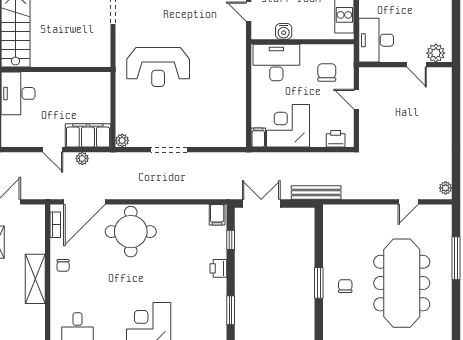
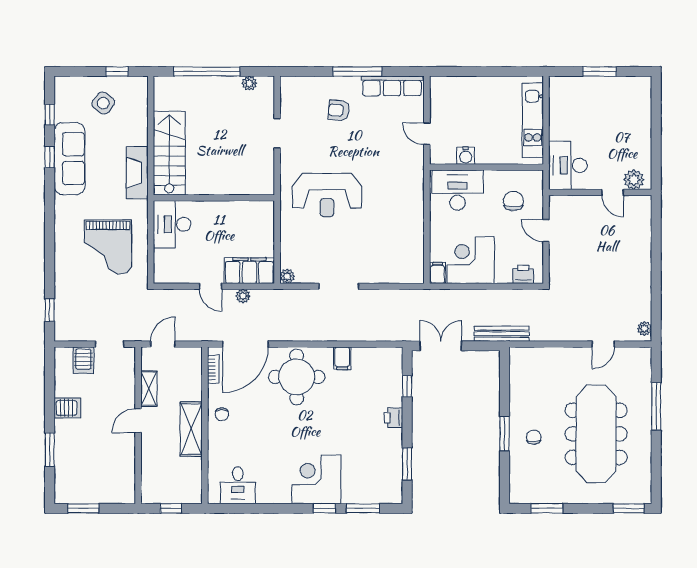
filing cabinet: (217, 215) -> (342, 358), moved

